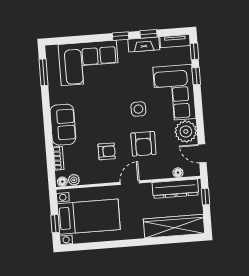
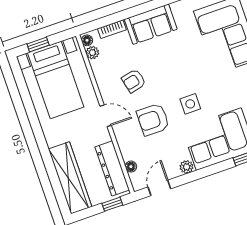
plant: (186, 131) -> (187, 167), width x0.53, depth x0.53
armchair: (107, 151) -> (134, 81), turned 77

